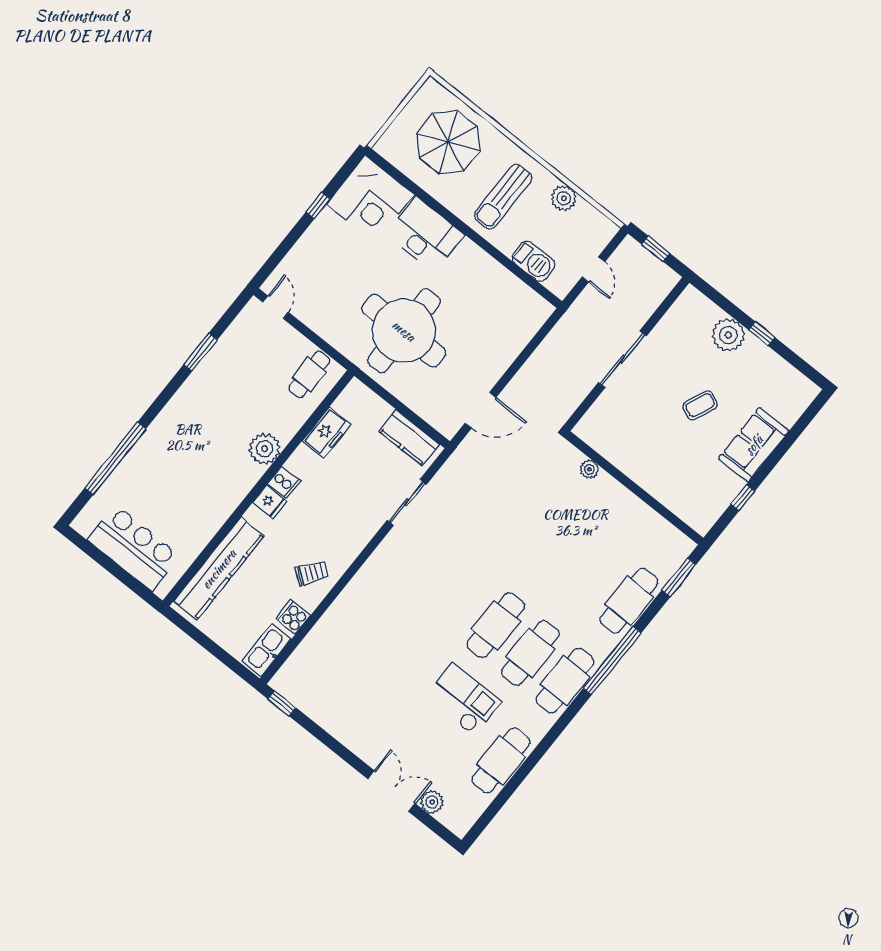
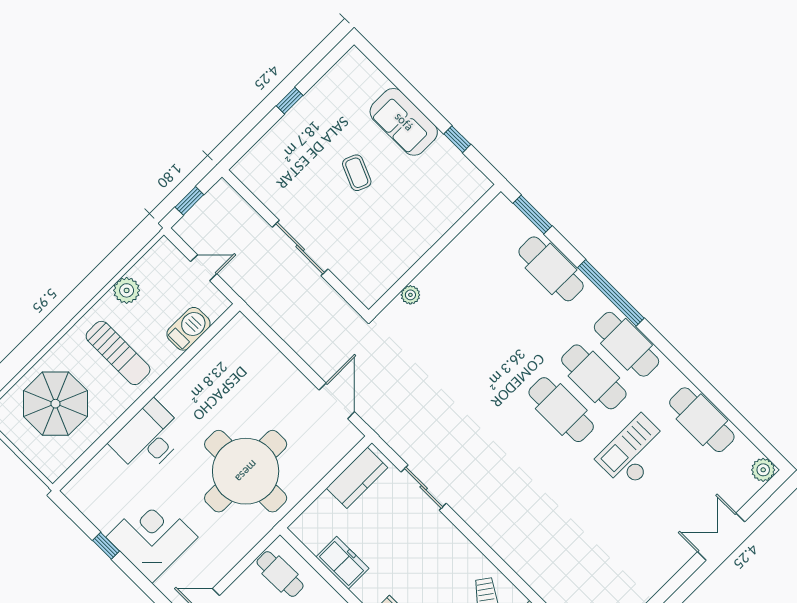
corner desk: (370, 199) -> (152, 537), moved, turned -90
plant: (728, 335) -> (287, 135), removed
plant: (432, 802) -> (763, 470), moved

